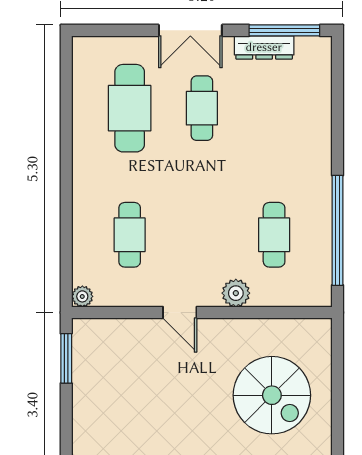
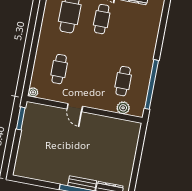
plant: (236, 293) -> (123, 108), moved
spiral stairs: (272, 395) -> (109, 152), removed

